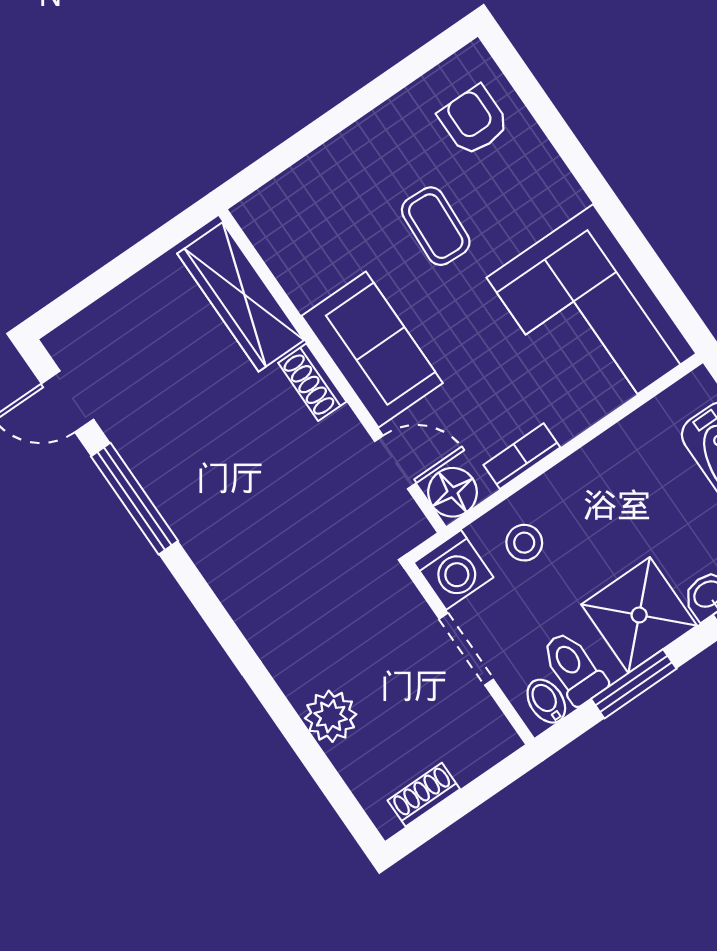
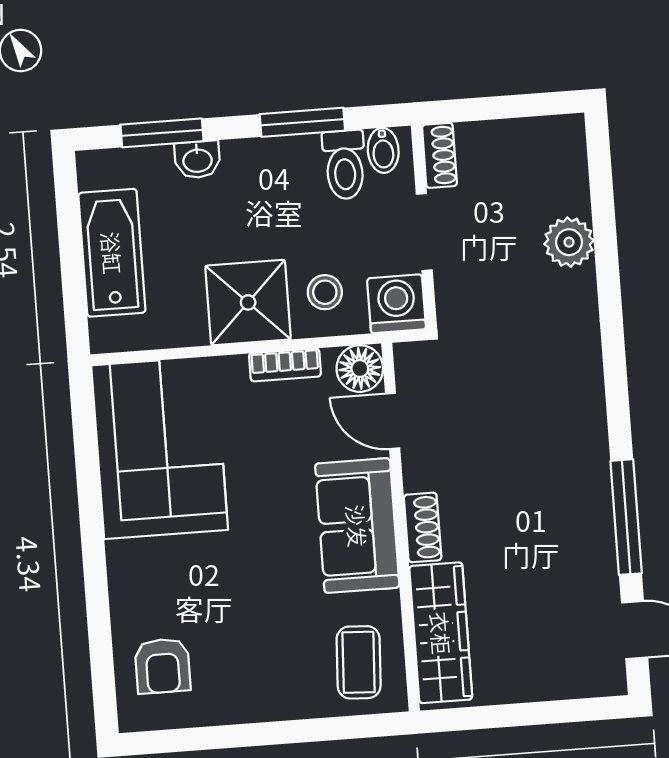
coffee table: (436, 226) -> (359, 662), moved
shower: (639, 615) -> (248, 302), moved
shoe rack: (424, 795) -> (439, 155), moved, turned -90

